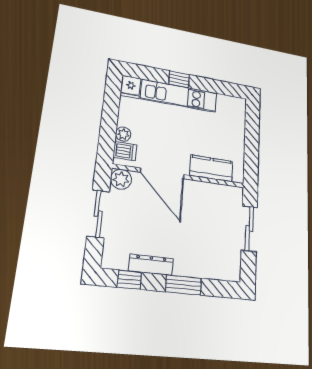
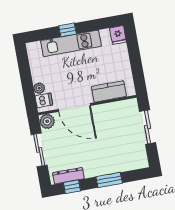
fridge: (131, 87) -> (118, 35), moved
dresser: (151, 265) -> (68, 176), moved

